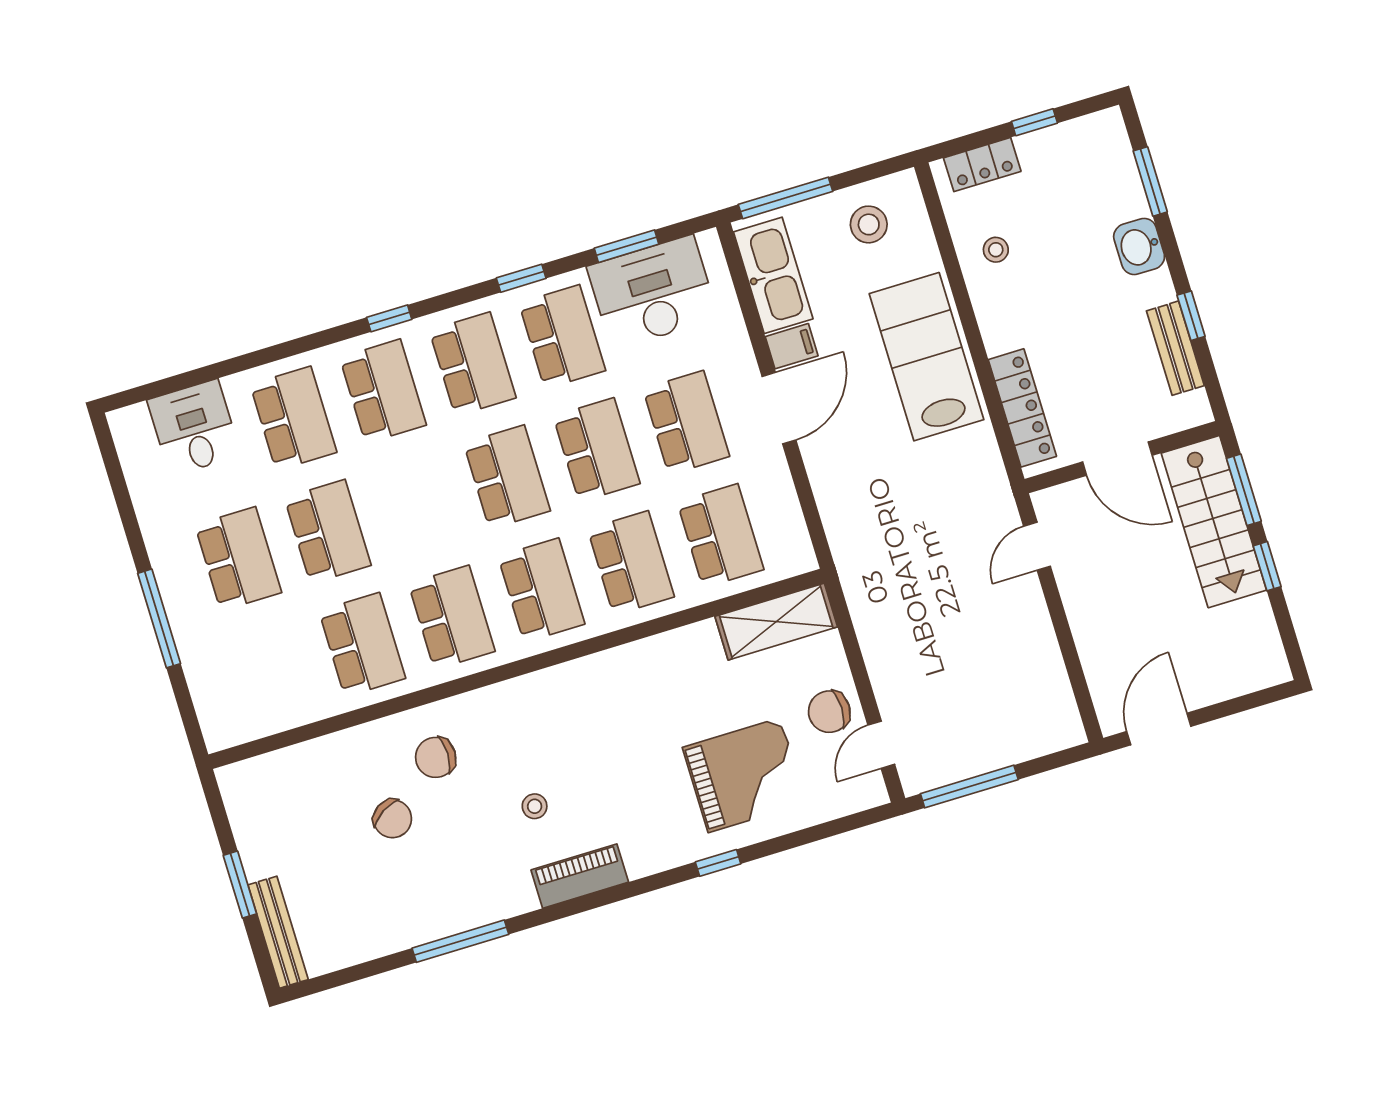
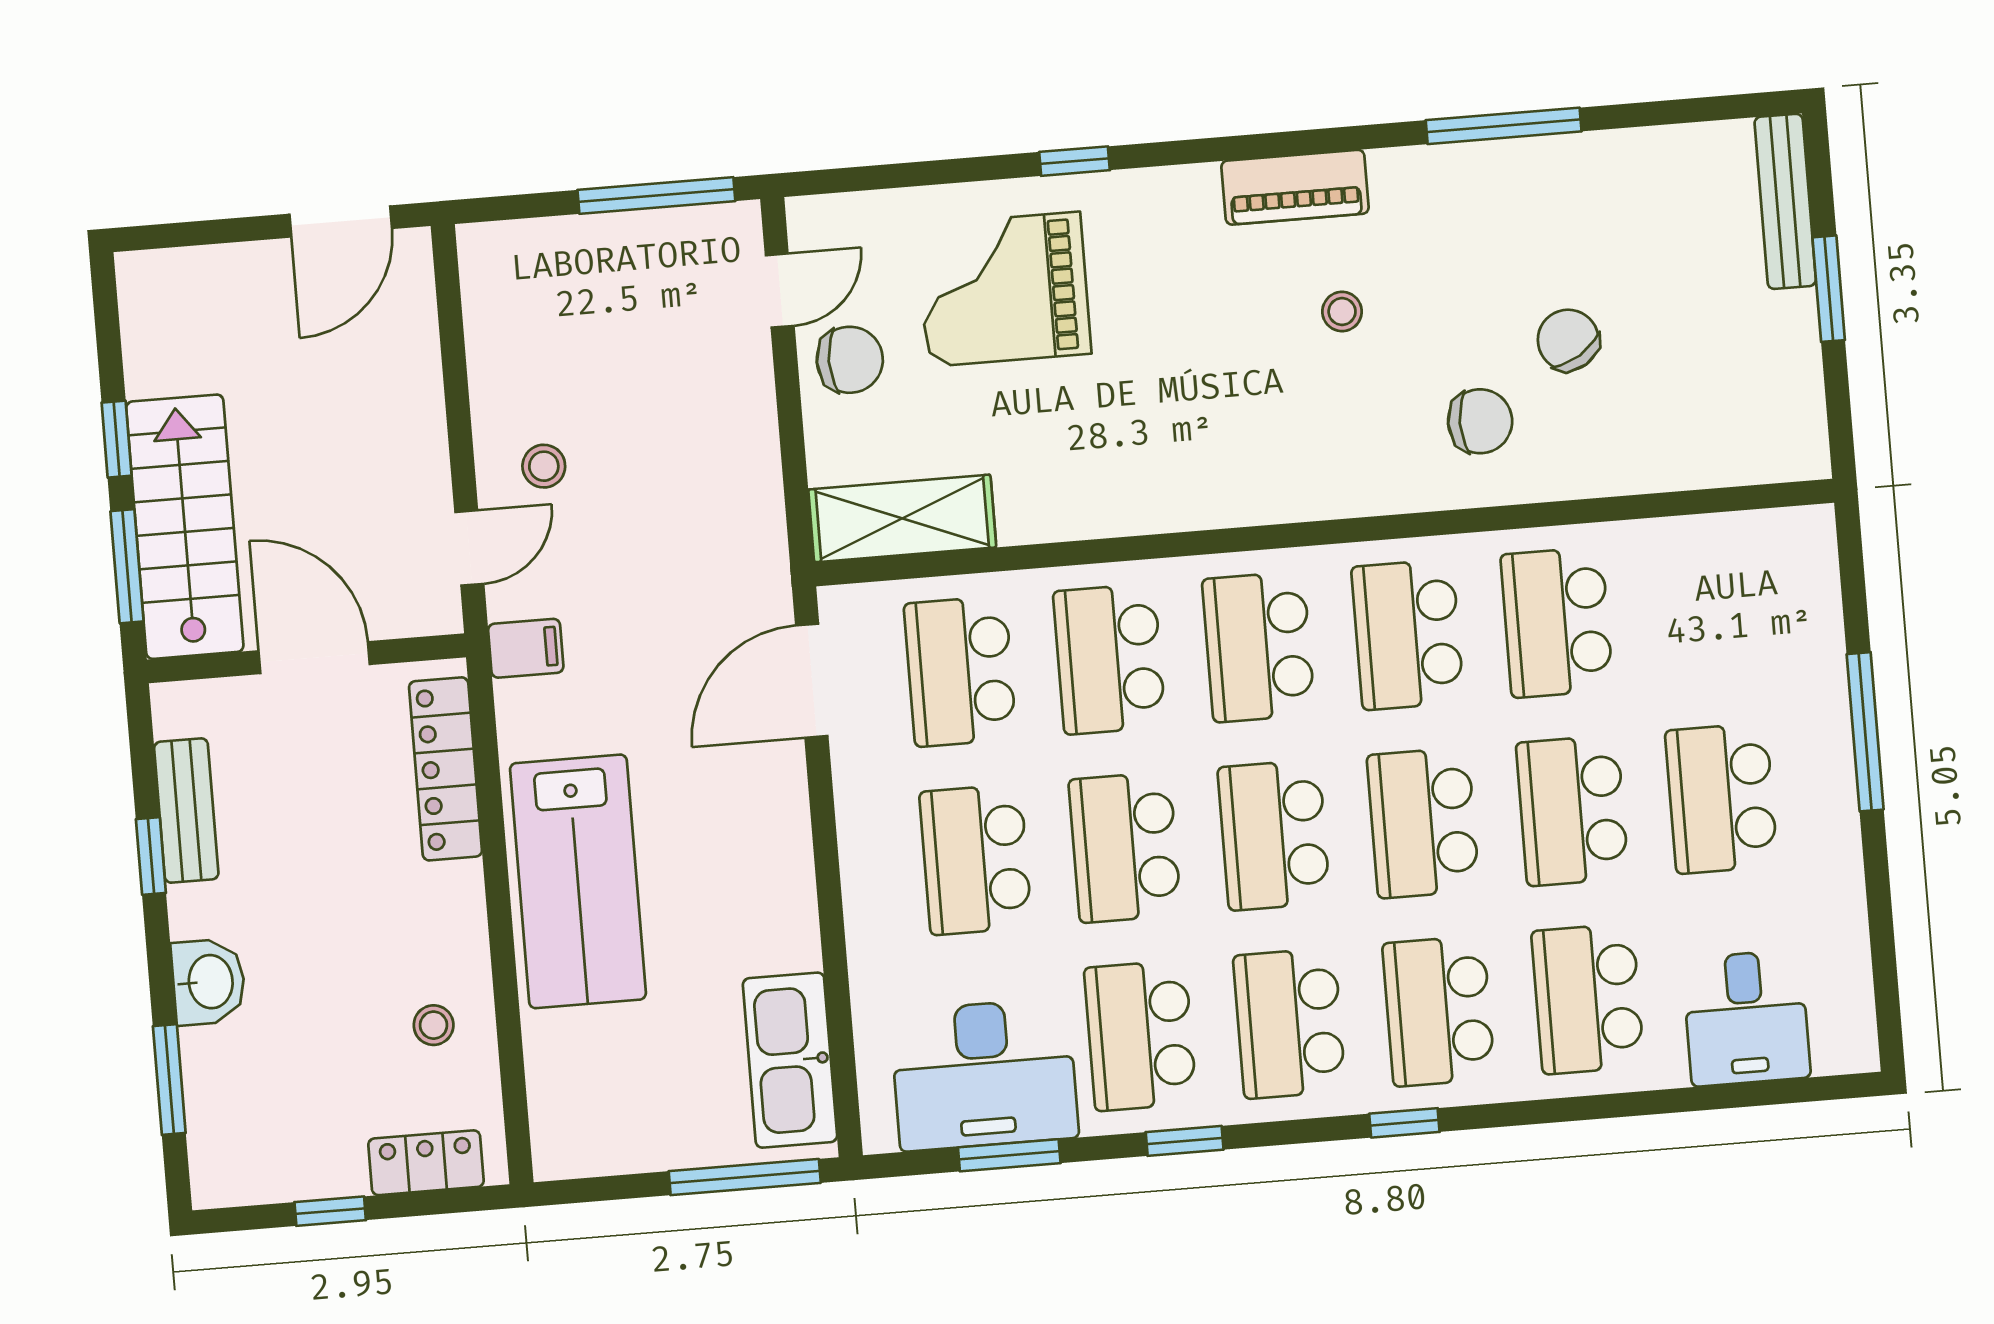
stool: (869, 224) -> (544, 466), moved, width x0.73, depth x0.73
filing cabinet: (792, 346) -> (526, 648), moved, turned 180
door: (779, 408) -> (812, 681), moved
school desk: (417, 504) -> (1423, 823), added

